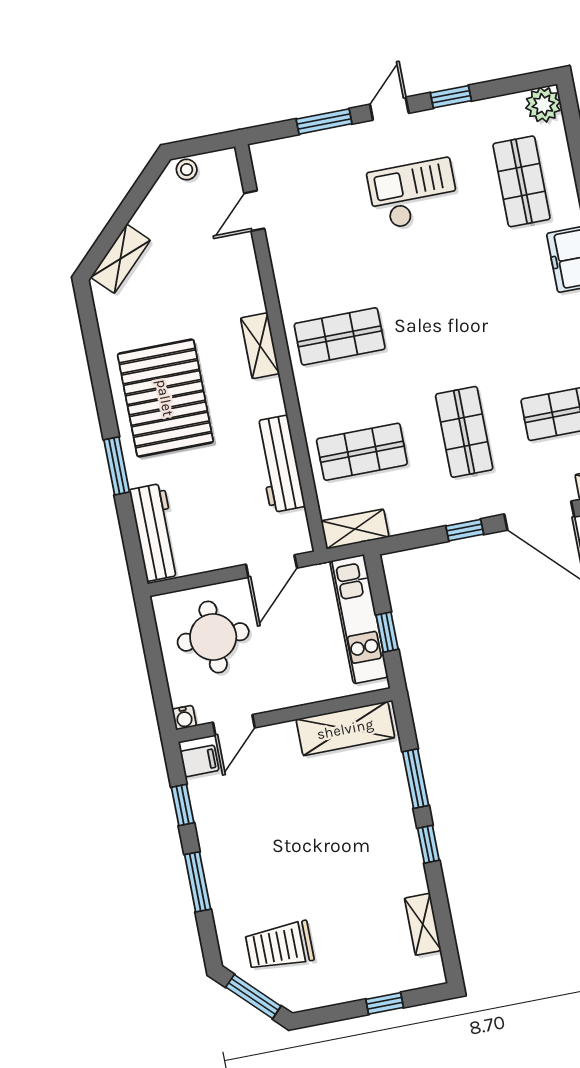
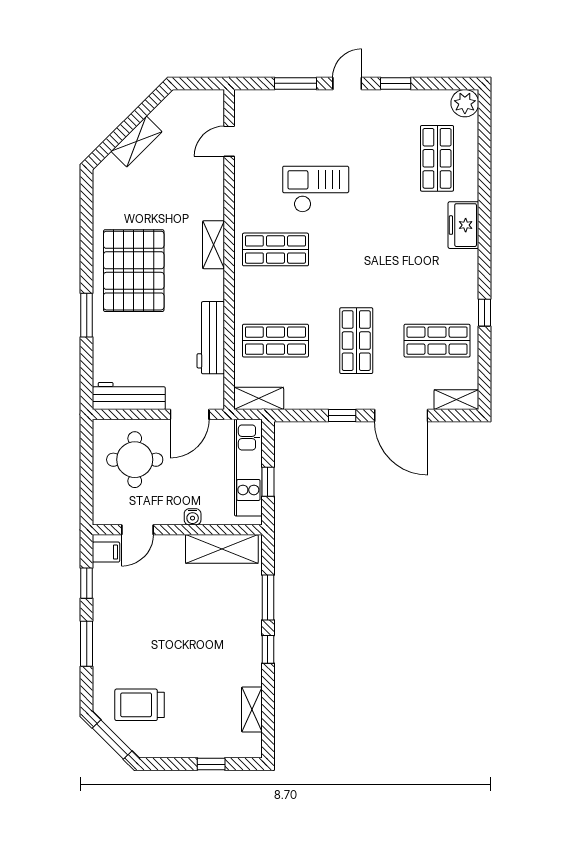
stool: (187, 170) -> (184, 100), removed
checkout: (413, 194) -> (316, 189), moved
shelving: (120, 259) -> (137, 141), moved
workbench: (155, 532) -> (129, 396), moved, turned -90
water cooler: (184, 718) -> (193, 517), moved

